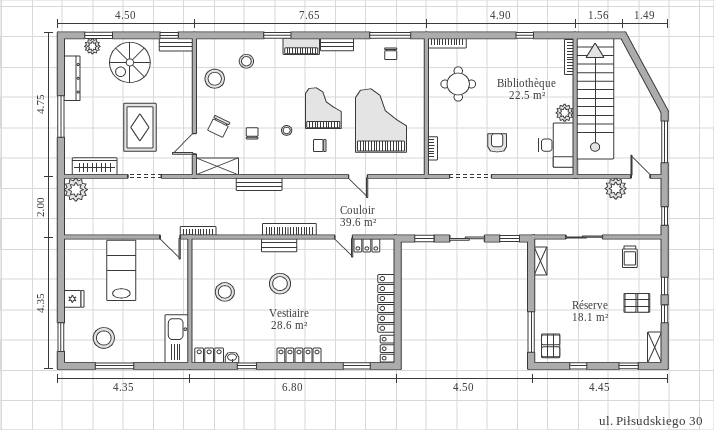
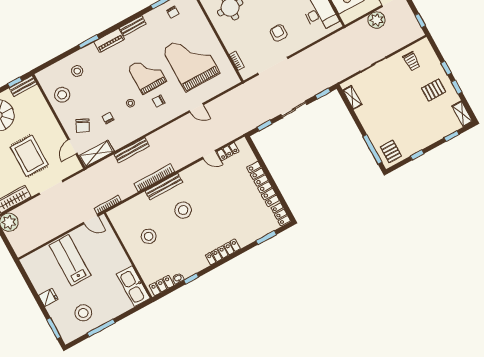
bookcase: (289, 229) -> (154, 178), moved
bench: (279, 245) -> (164, 187), width x1.36

